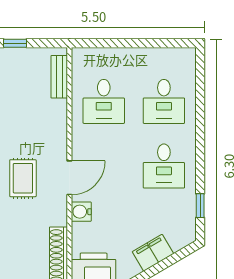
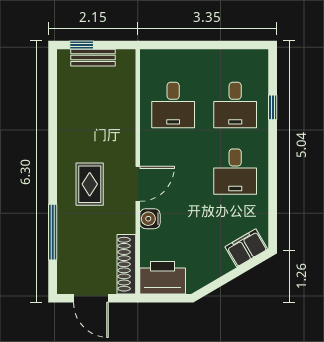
bench: (59, 77) -> (93, 58), moved, turned 90
window: (200, 206) -> (273, 107), moved
filing cabinet: (153, 253) -> (246, 248), moved

